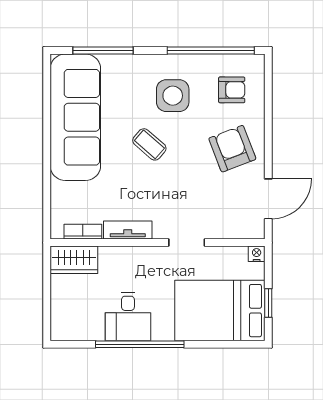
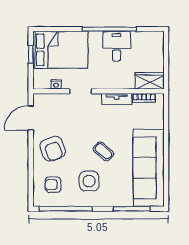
nightstand: (257, 254) -> (56, 84), moved

